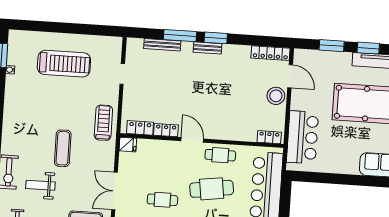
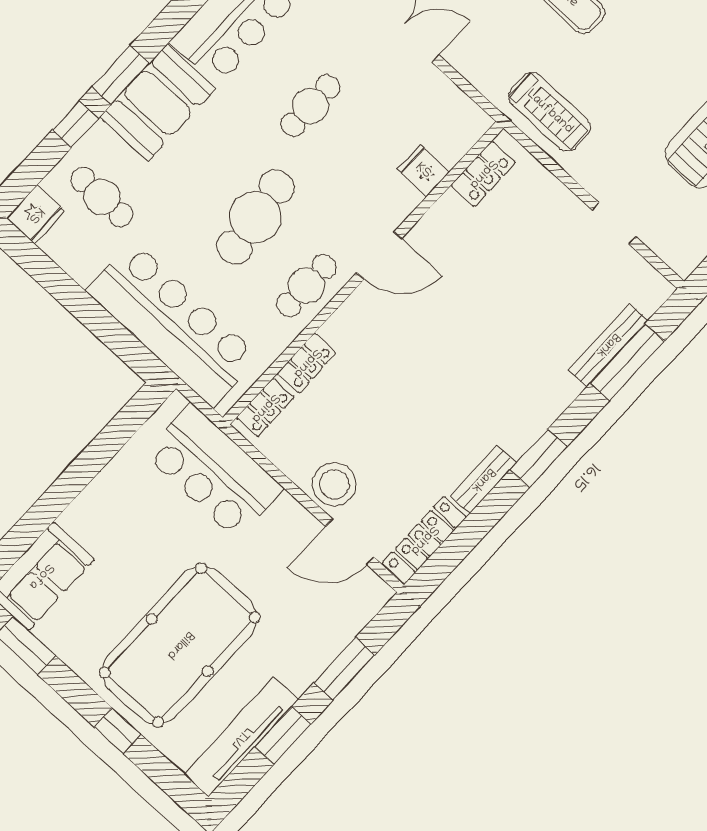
window: (180, 36) -> (627, 362), moved
bench: (208, 48) -> (483, 480), moved
locker: (166, 130) -> (307, 363), moved
fridge: (128, 145) -> (423, 171), moved, turned 90

